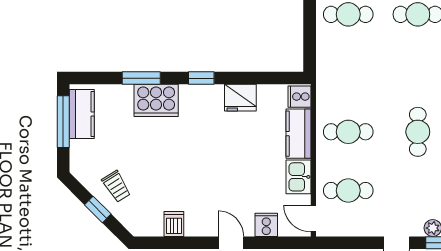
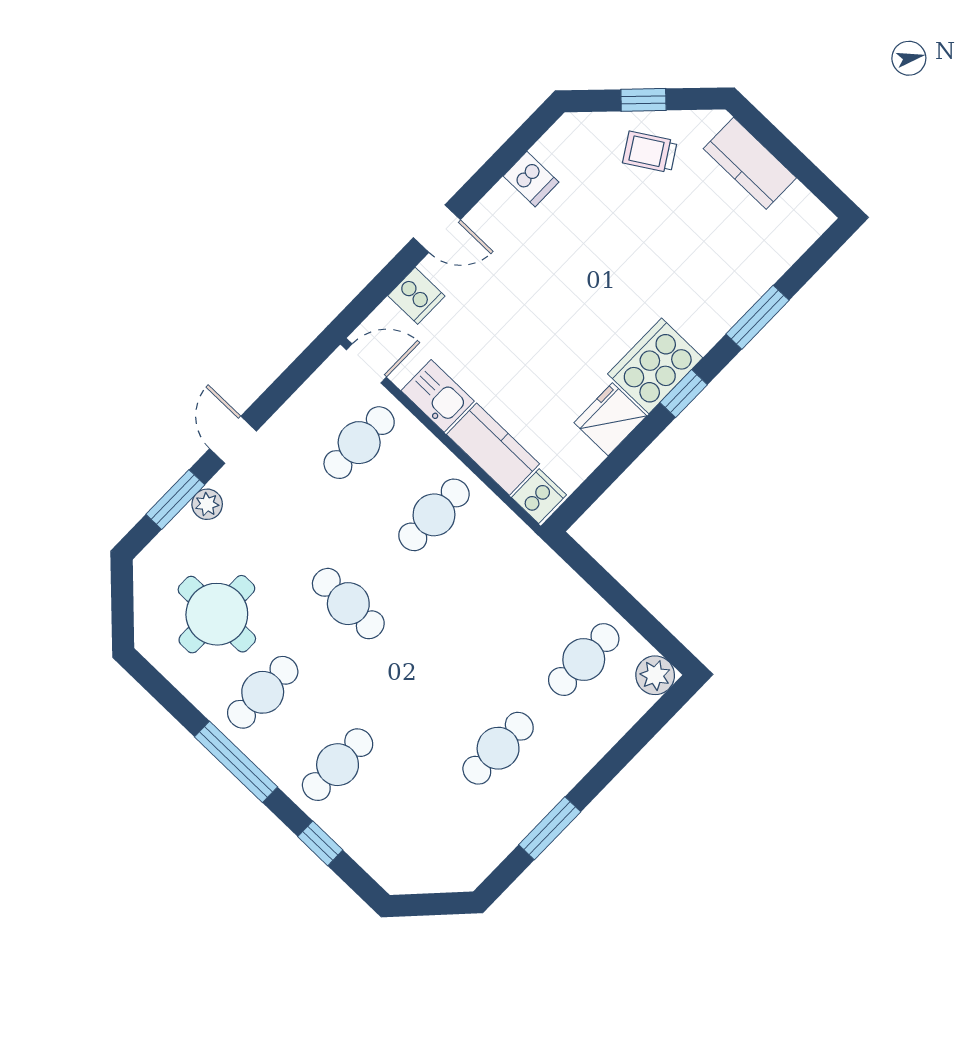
cooker: (156, 100) -> (655, 366), moved
kitchen counter: (82, 114) -> (750, 163), moved
window: (63, 122) -> (798, 164), removed

